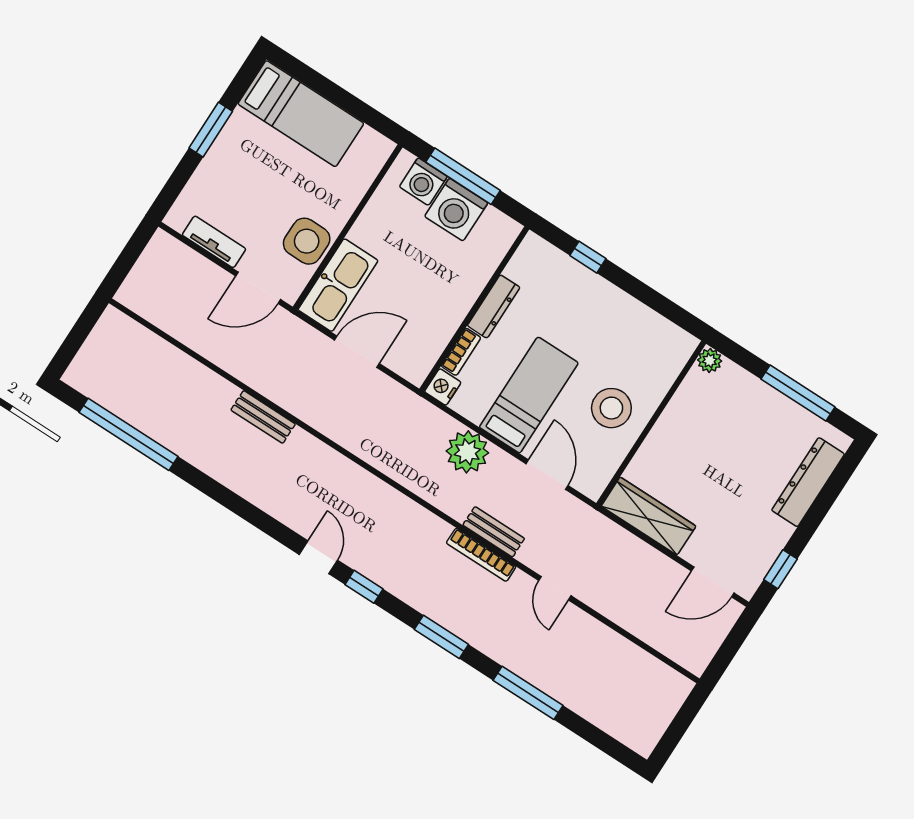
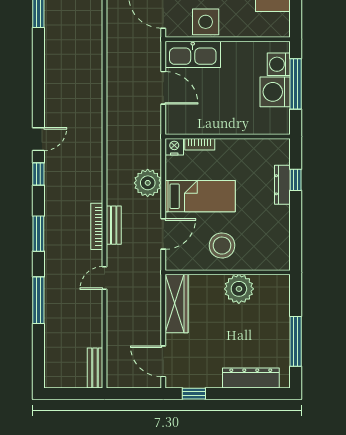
dresser: (494, 306) -> (282, 185), moved, turned 90
plant: (710, 360) -> (239, 289), moved, width x1.87, depth x1.87
bench: (263, 417) -> (95, 368), moved

